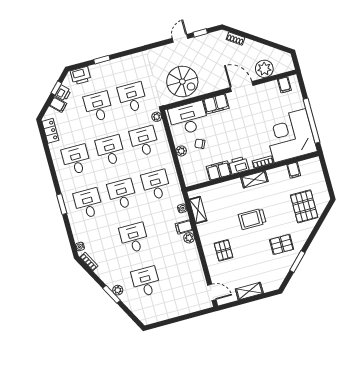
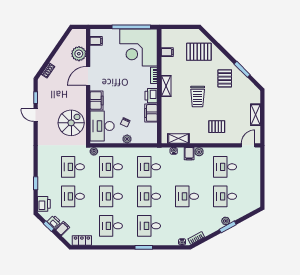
desk: (180, 272) -> (225, 167), added

